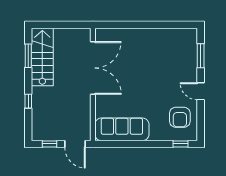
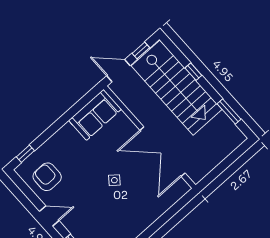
stairs: (42, 57) -> (177, 88), moved, width x1.36, depth x1.51
side table: (139, 77) -> (114, 180), added
sofa: (122, 129) -> (95, 115), width x0.73

